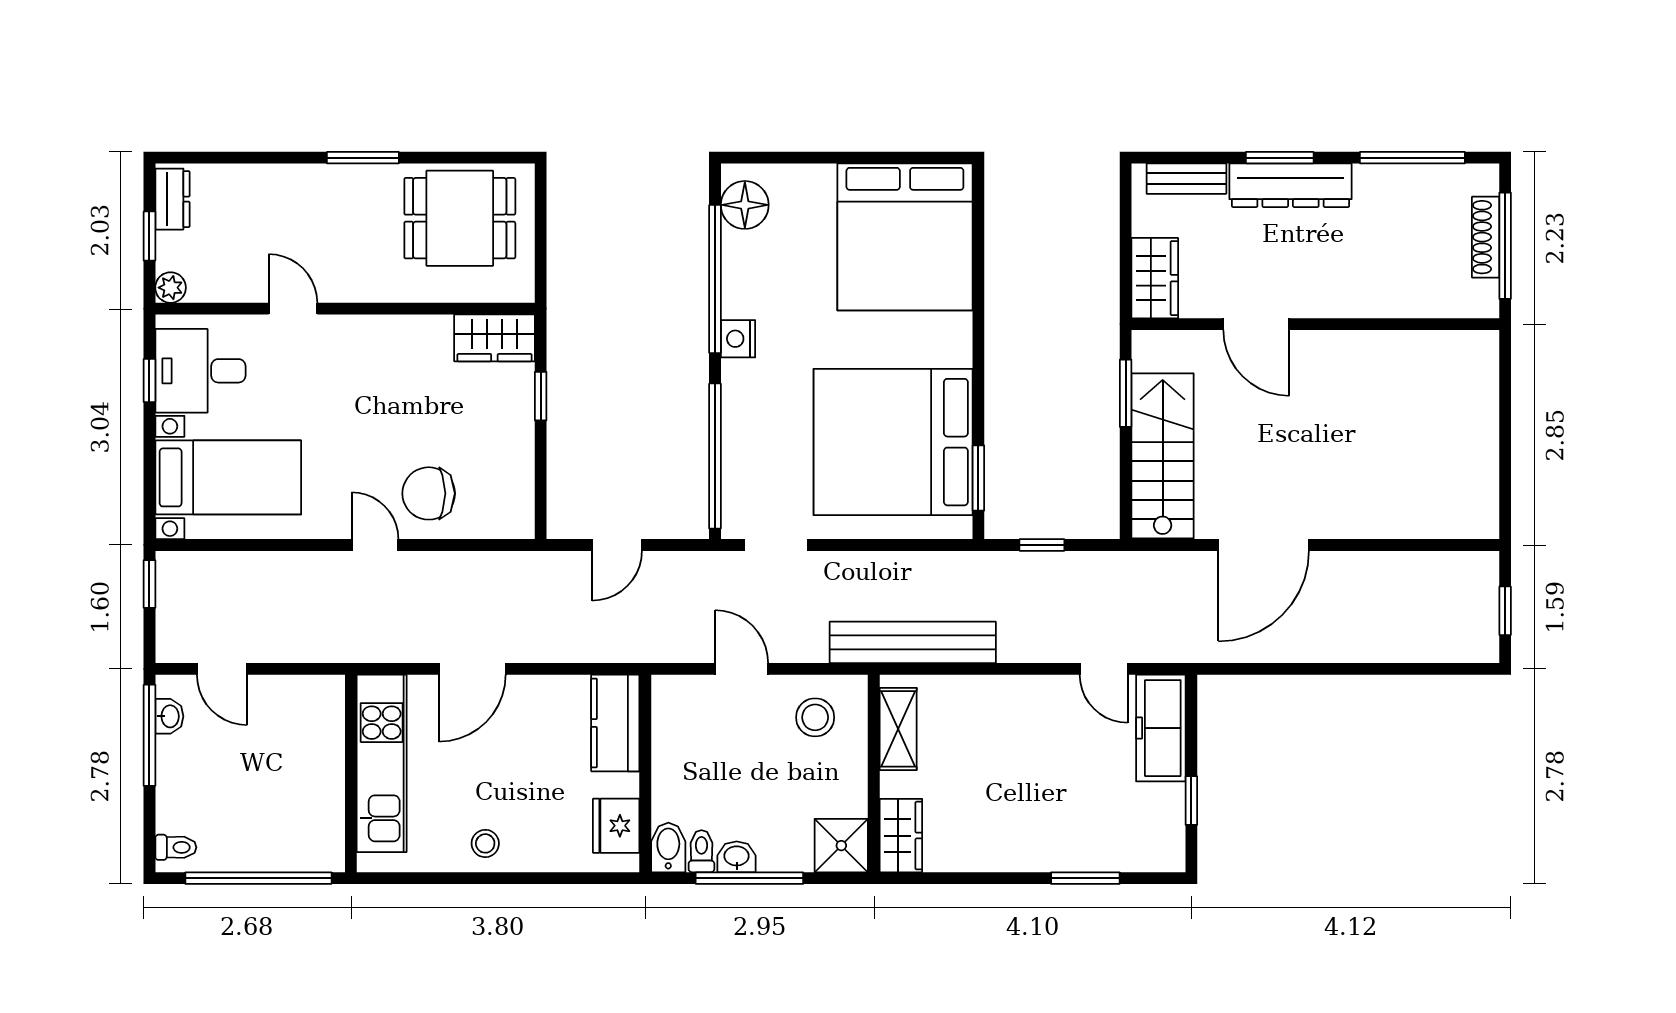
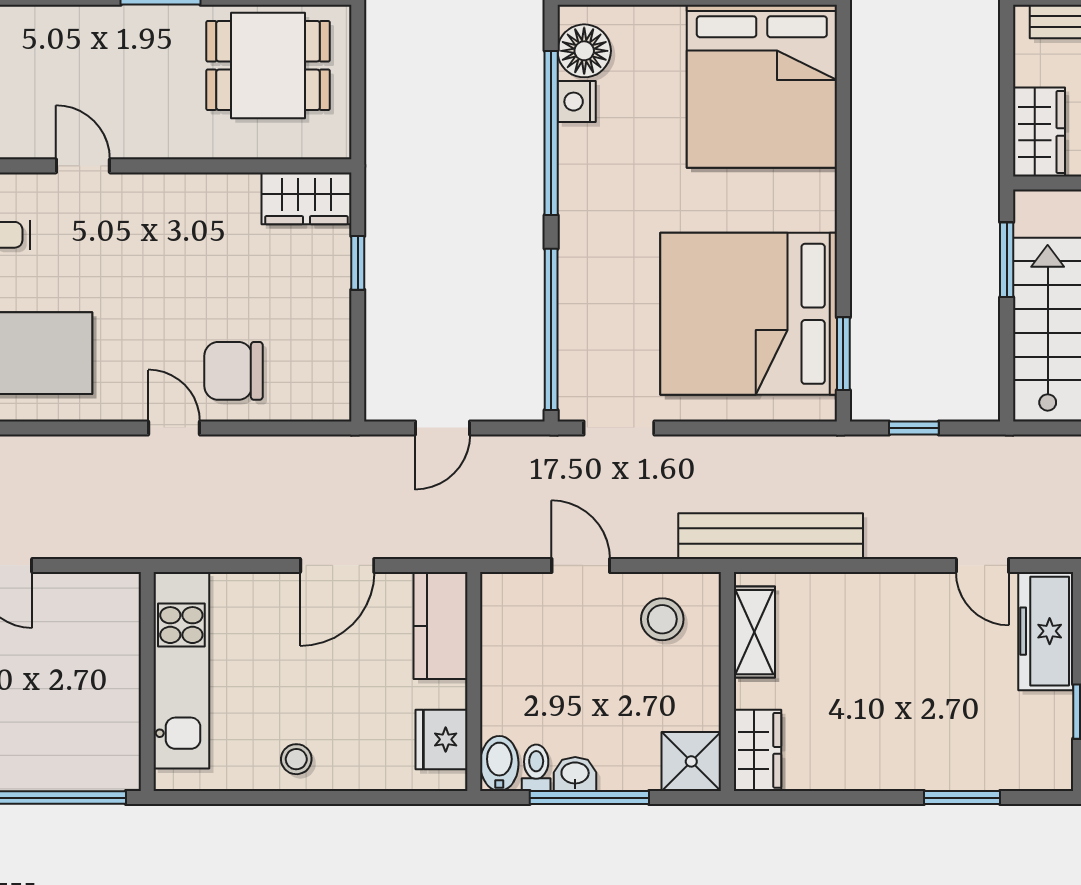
nightstand: (738, 339) -> (577, 102), moved
door: (472, 669) -> (337, 565), moved

